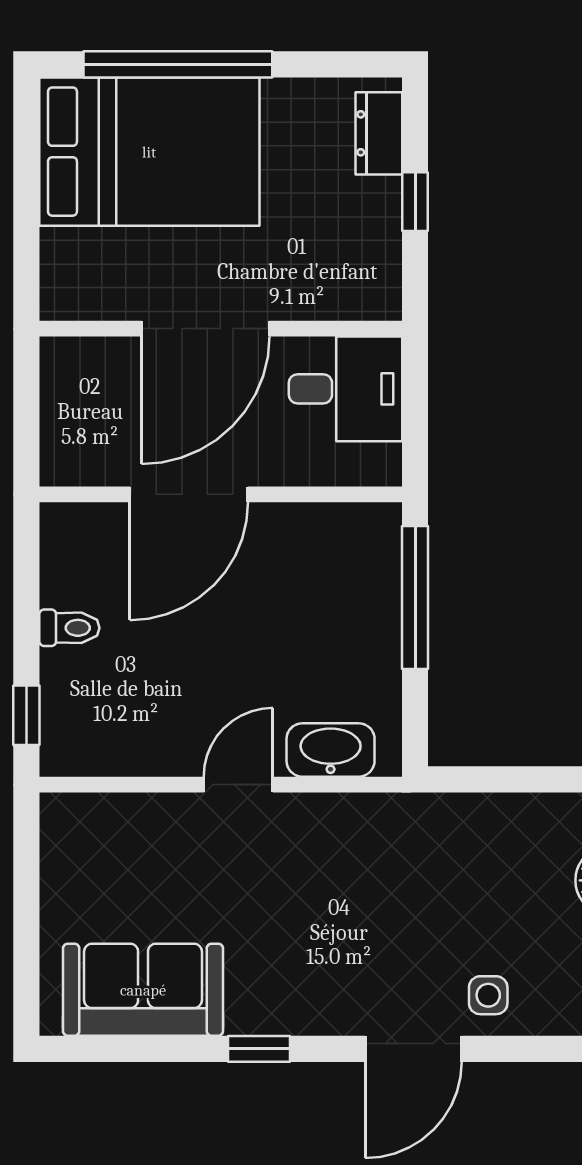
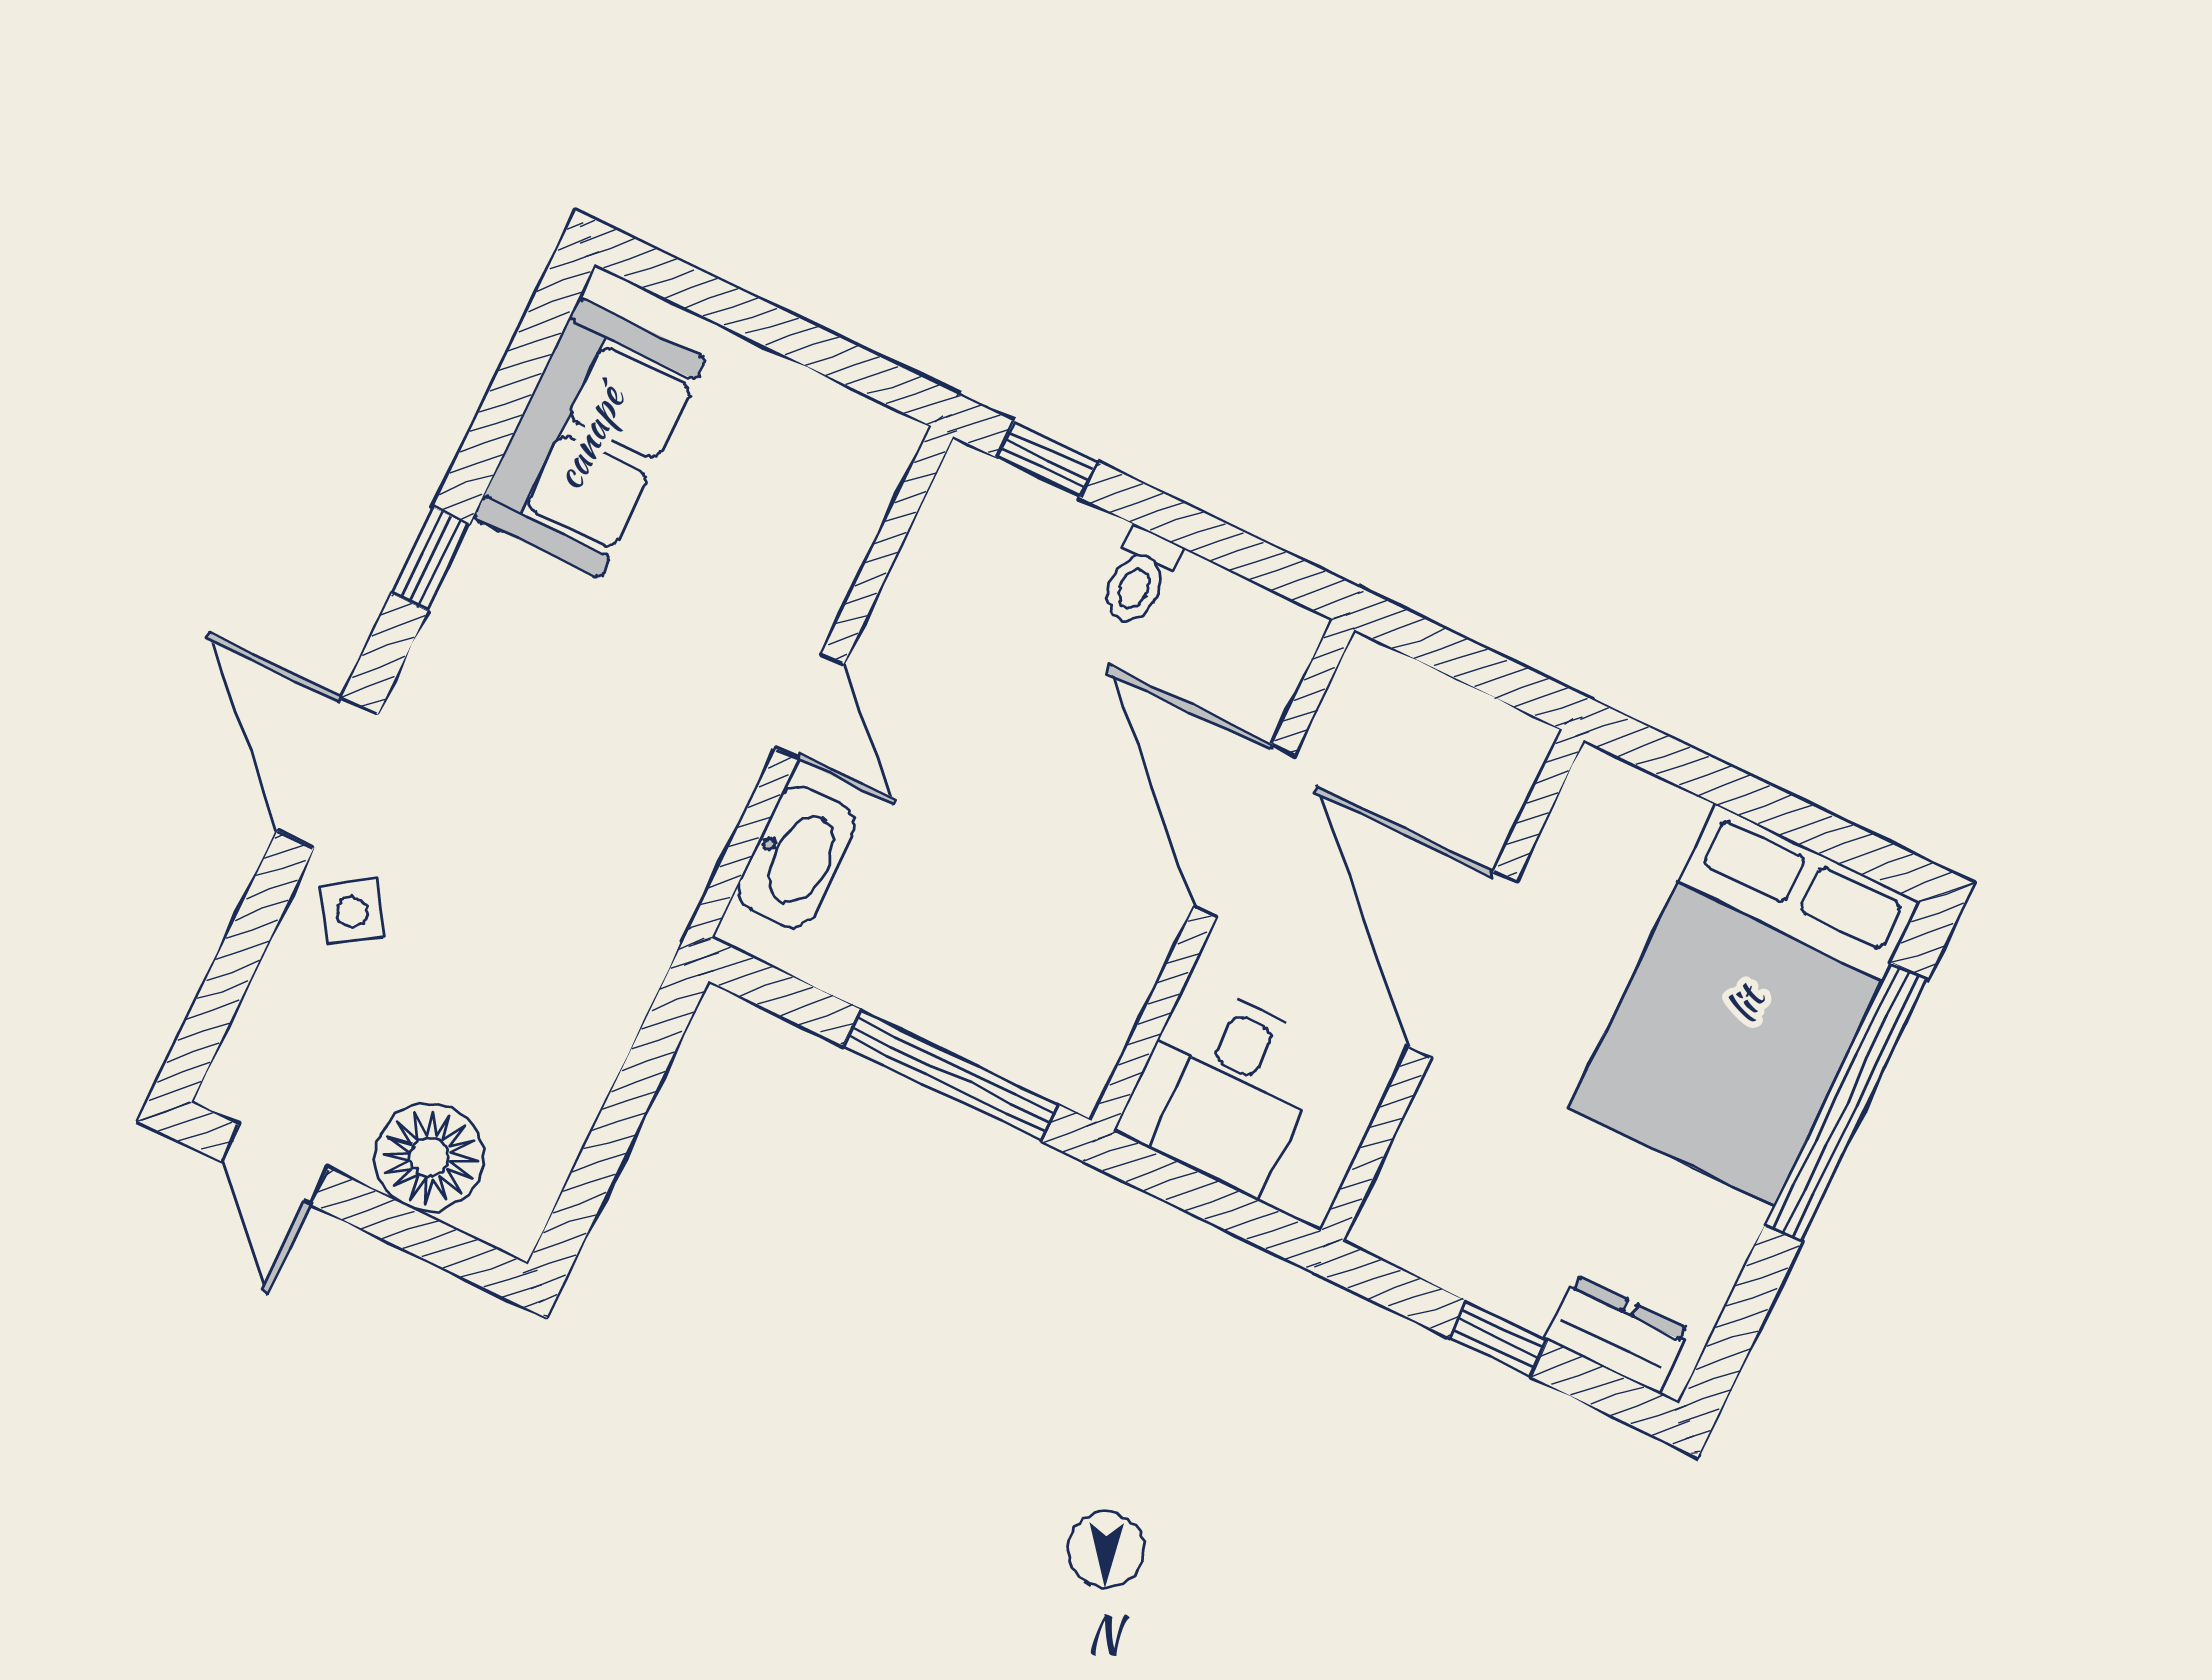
desk: (346, 389) -> (1223, 1088), moved
side table: (488, 995) -> (352, 912), turned -33

